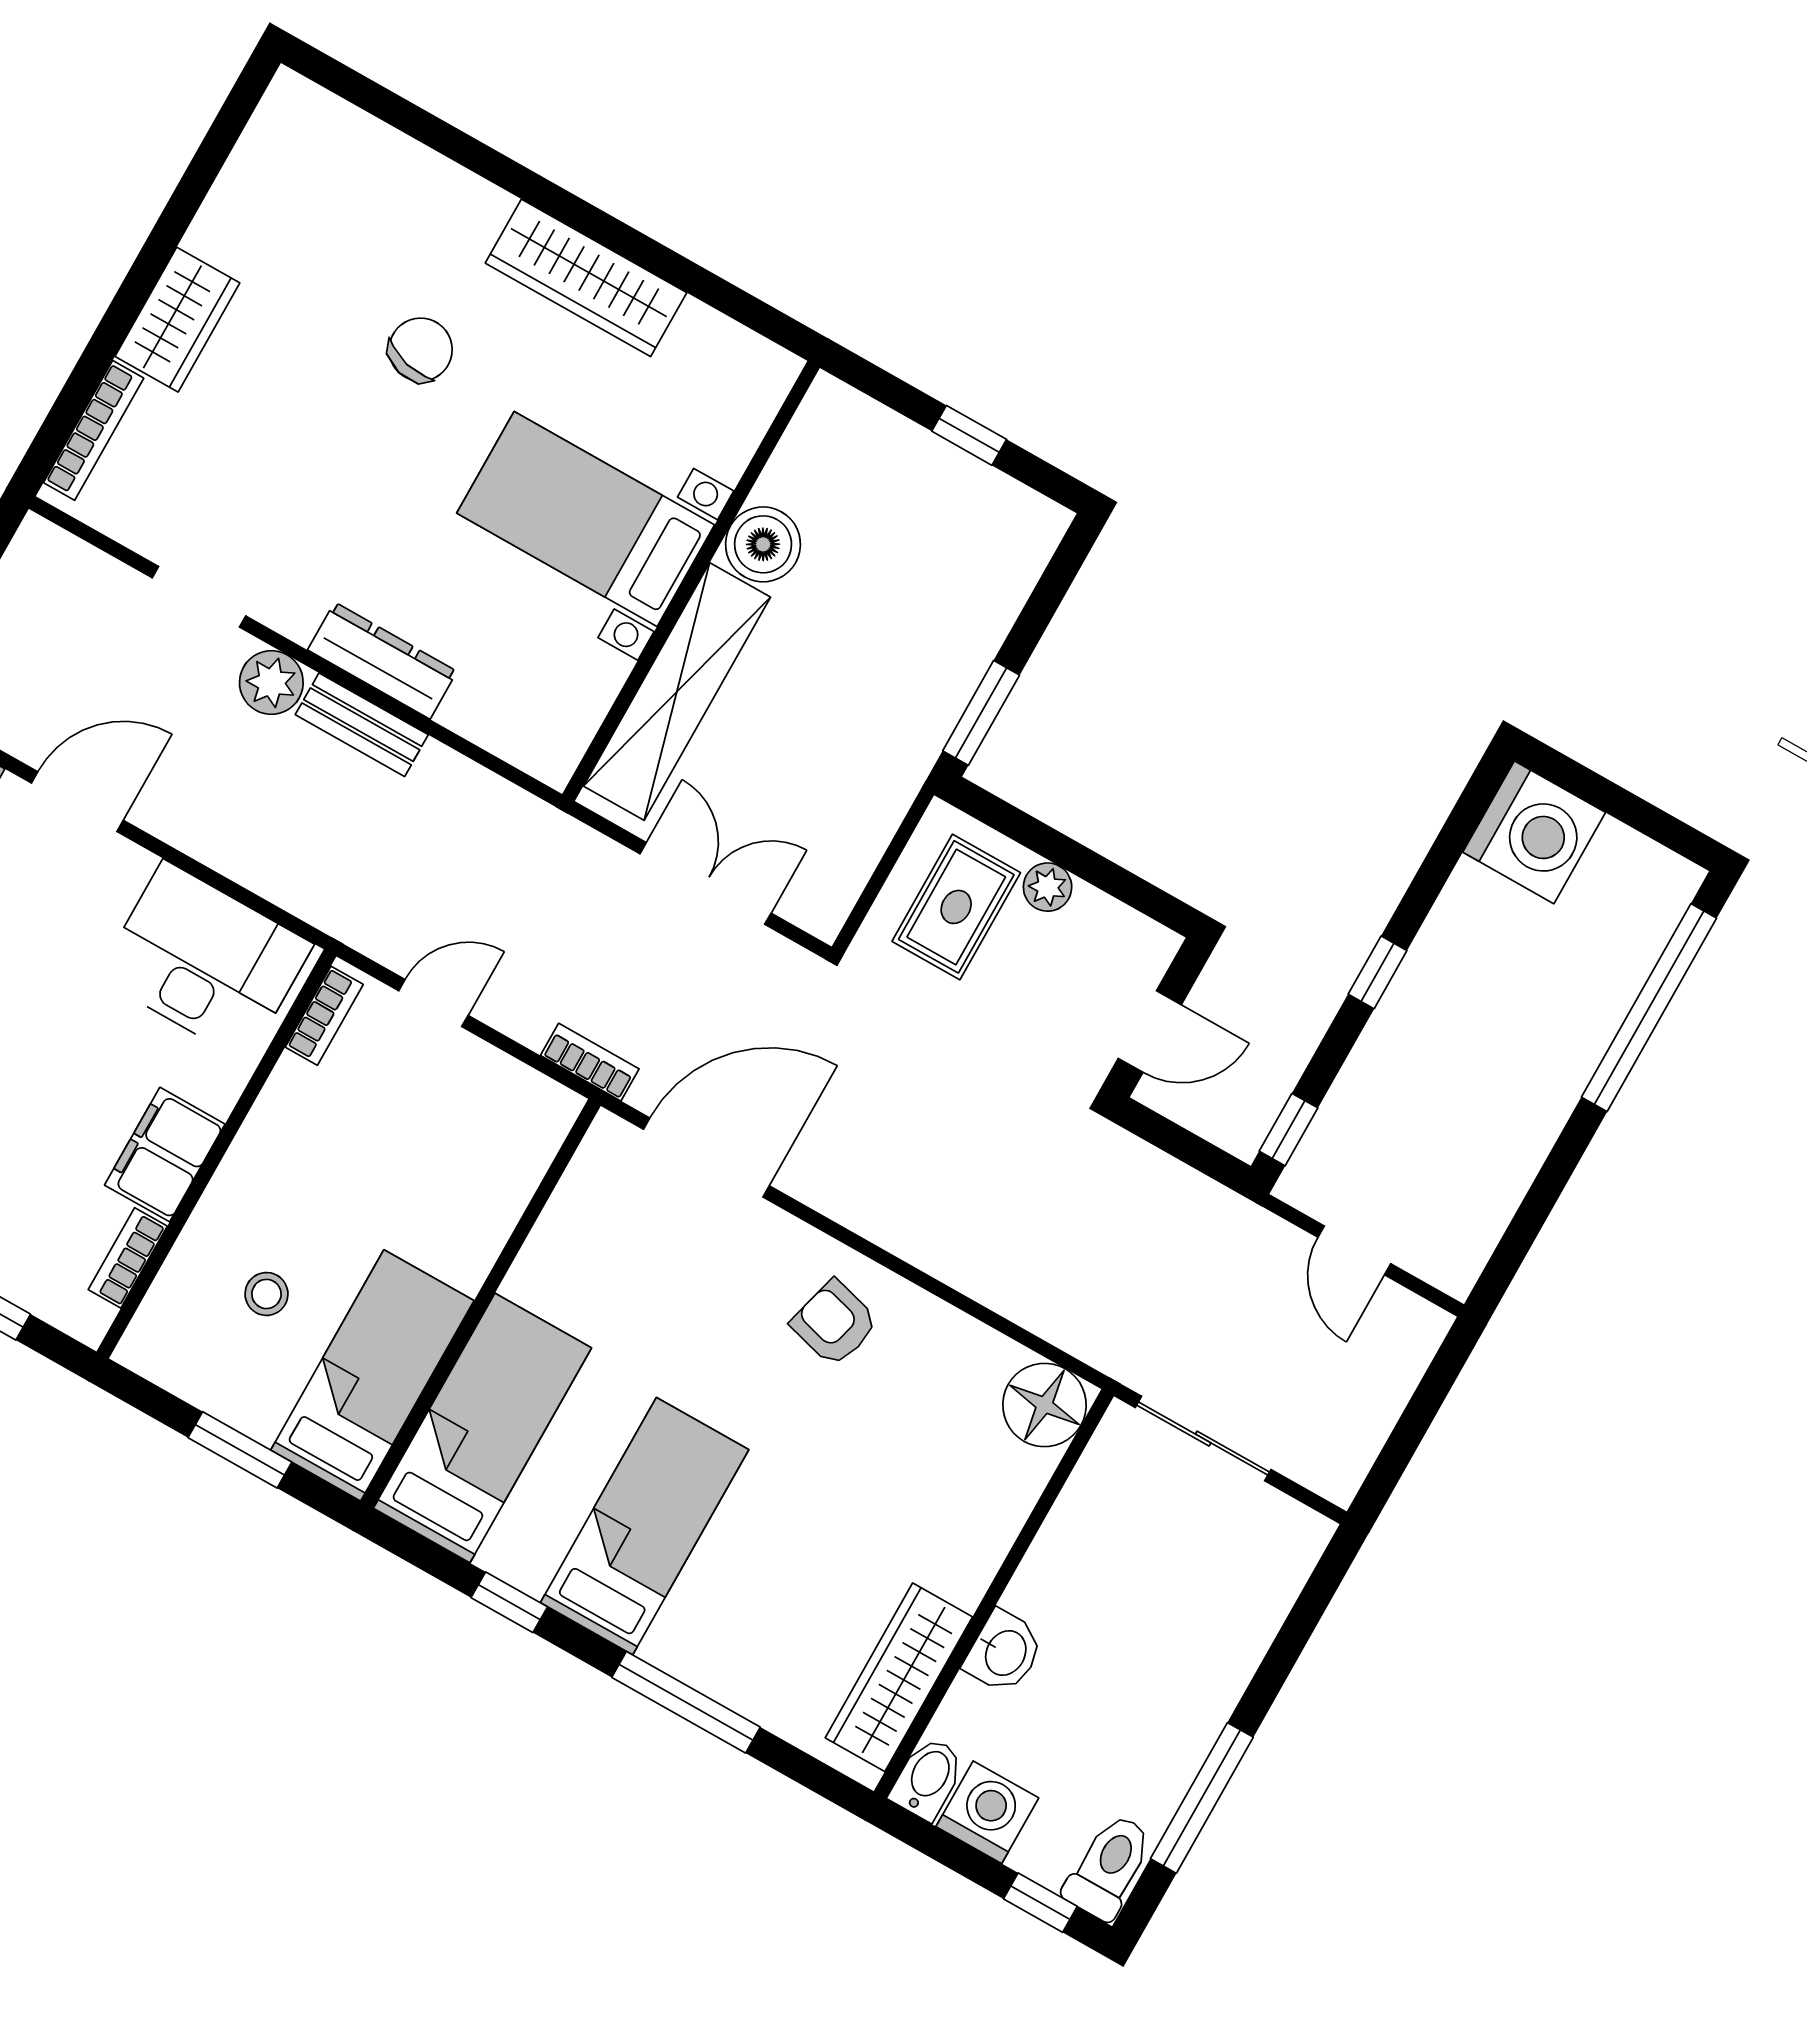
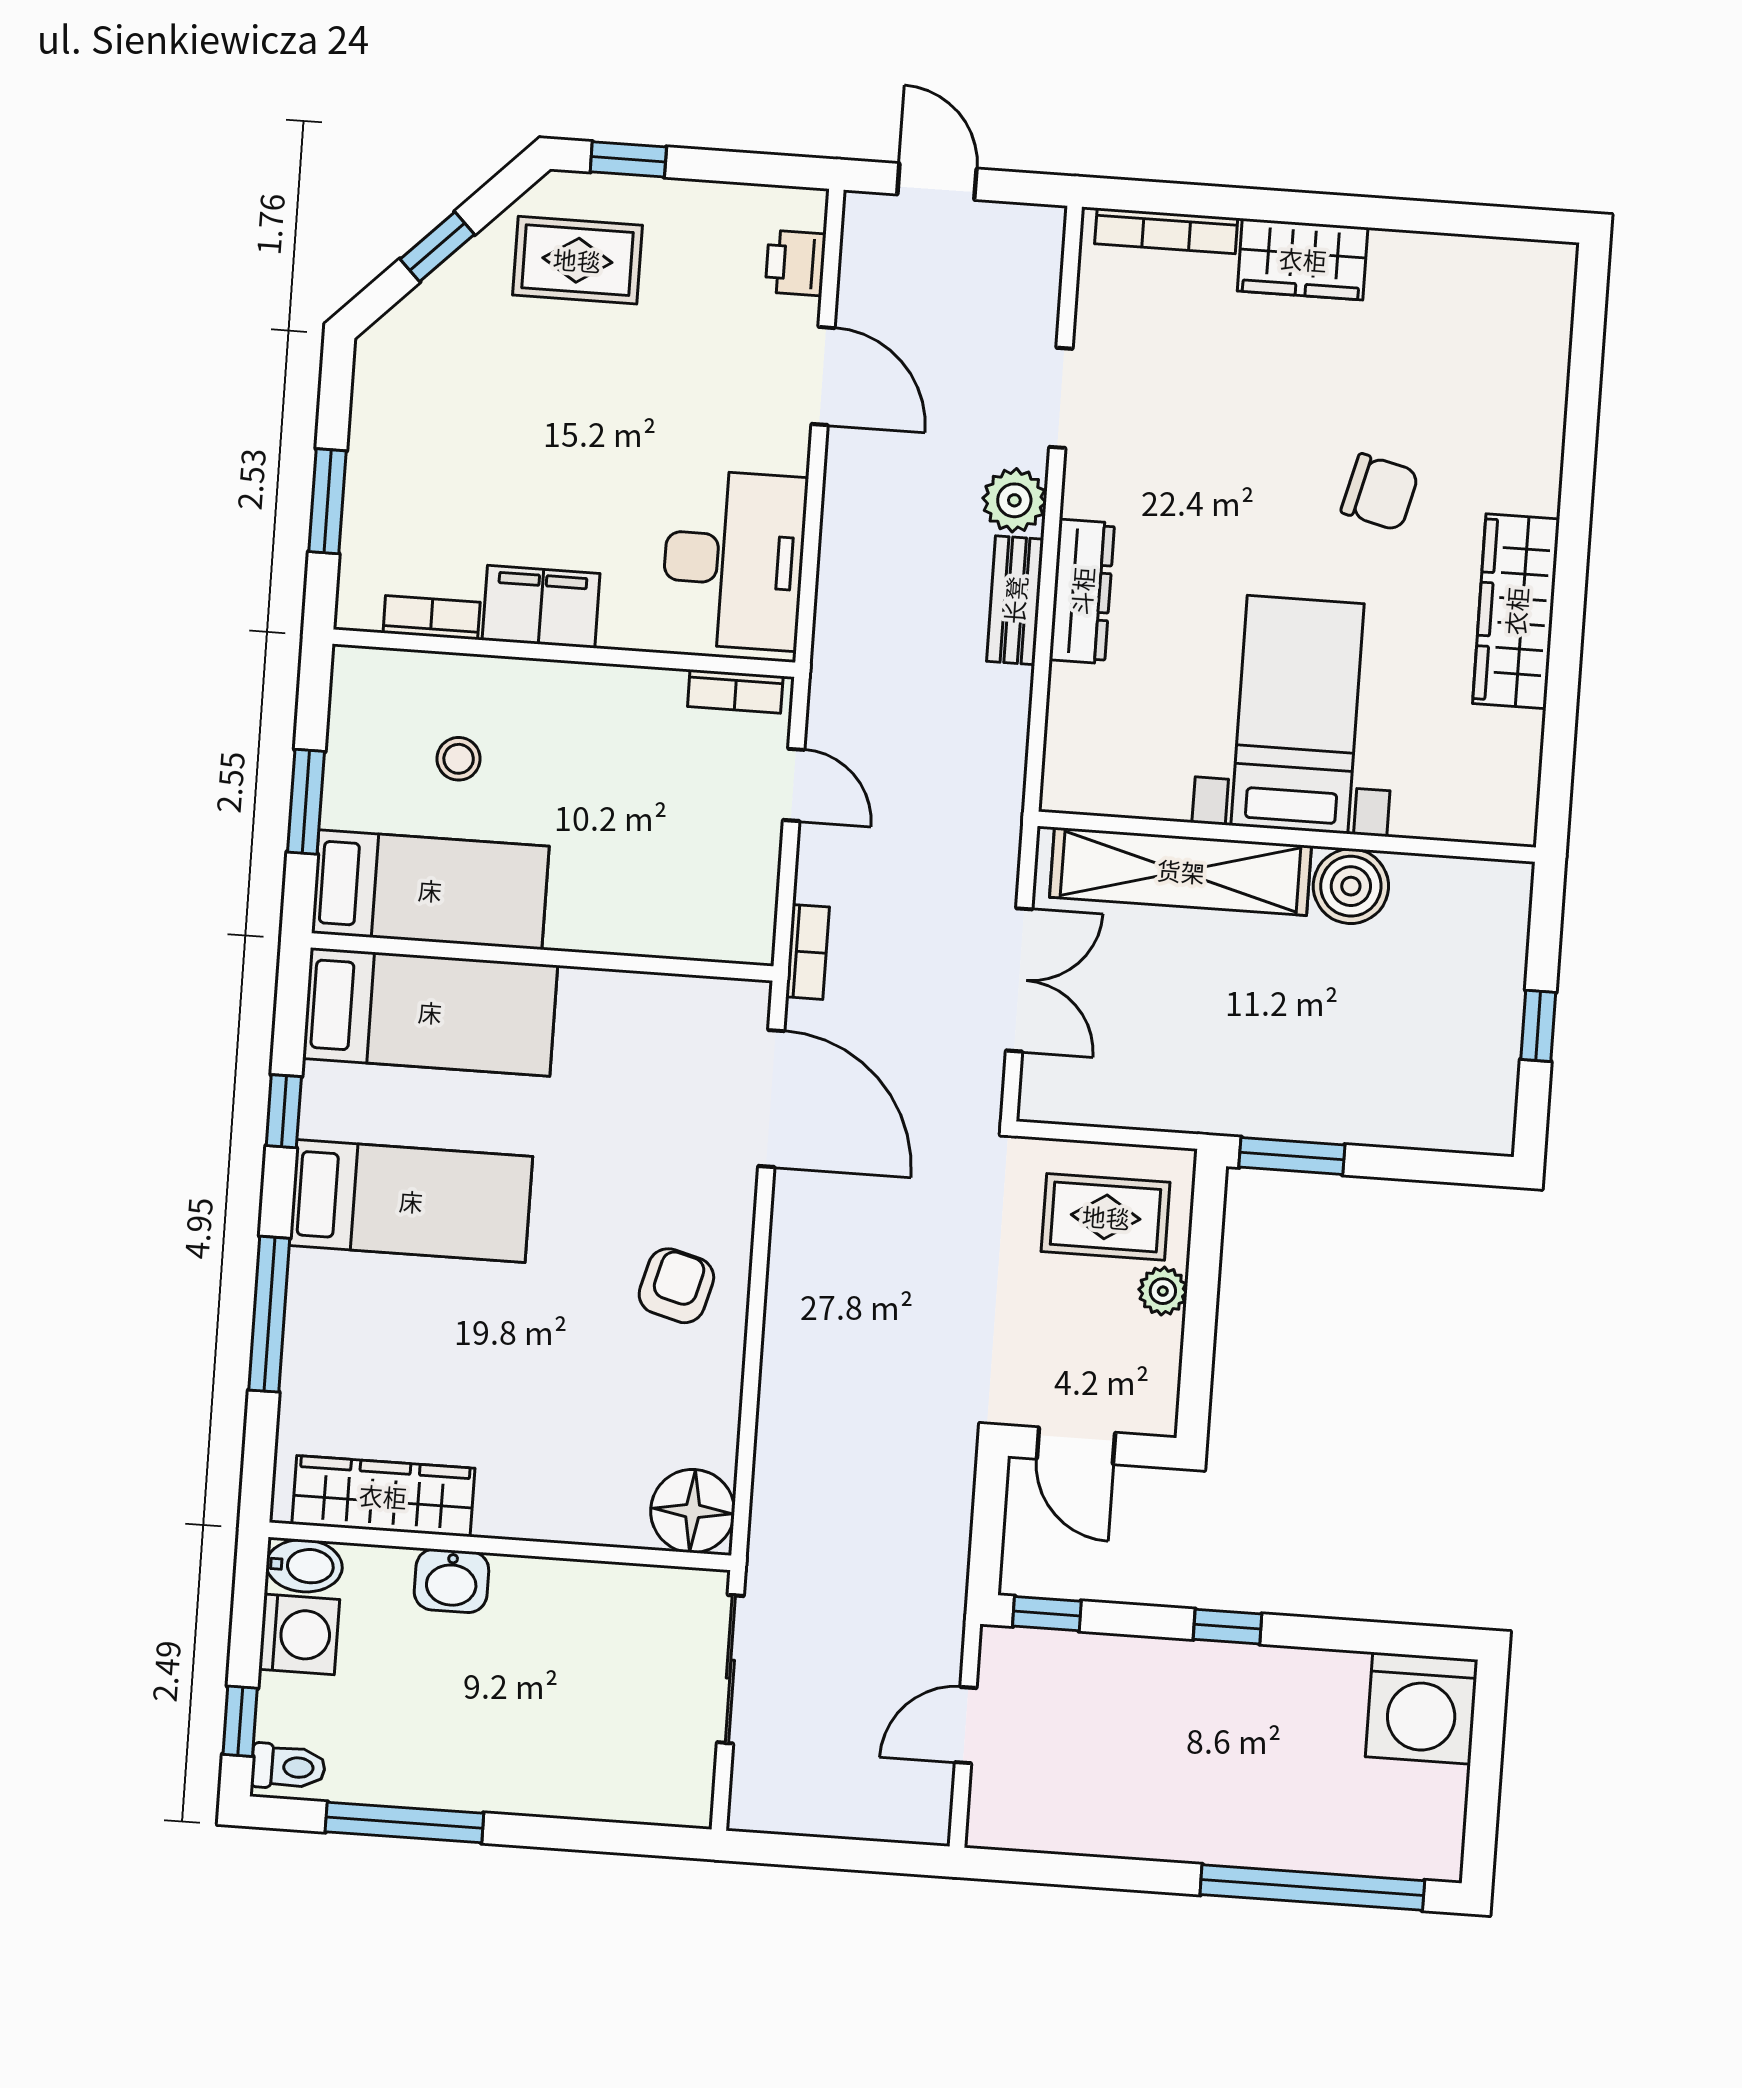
toilet: (1109, 1867) -> (288, 1767), width x0.73, depth x0.72

